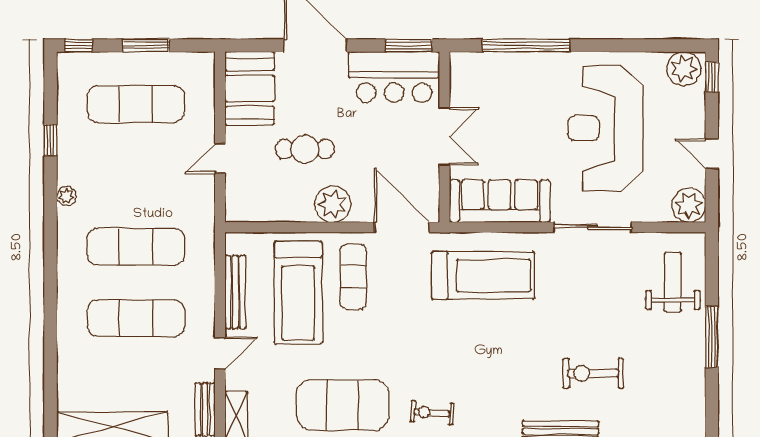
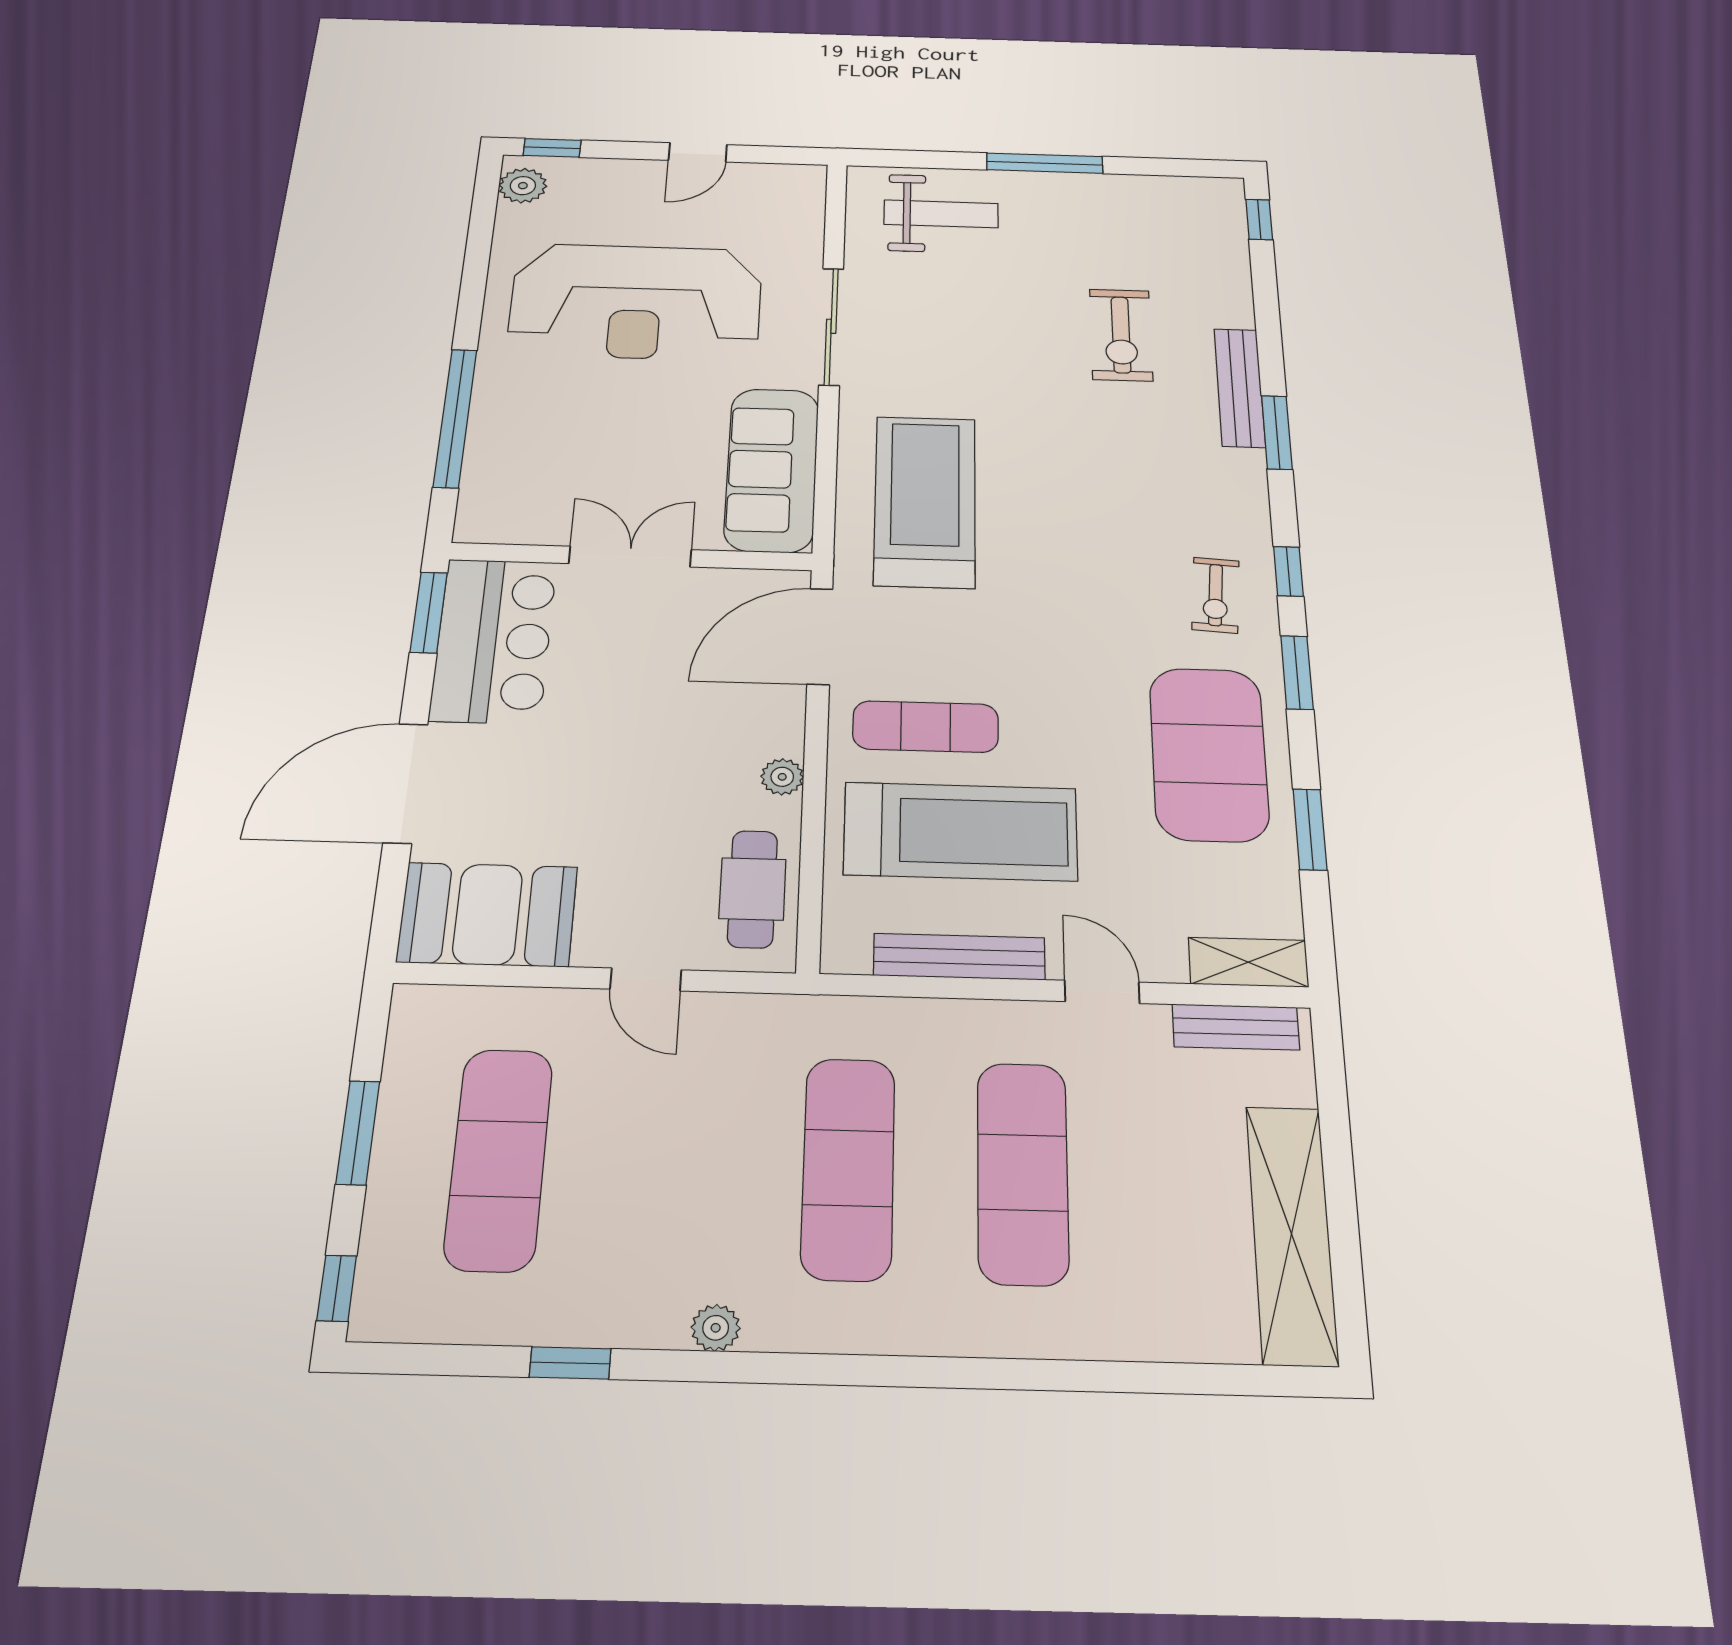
plant: (684, 69) -> (523, 186), width x0.73, depth x0.73
cafe table: (305, 149) -> (753, 889), moved
plant: (333, 204) -> (782, 777), width x0.53, depth x0.53
plant: (689, 205) -> (794, 187), removed
weight bench: (673, 282) -> (941, 214), turned 180

